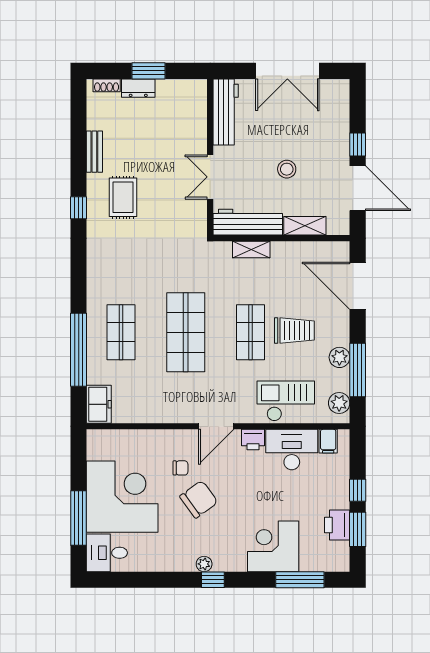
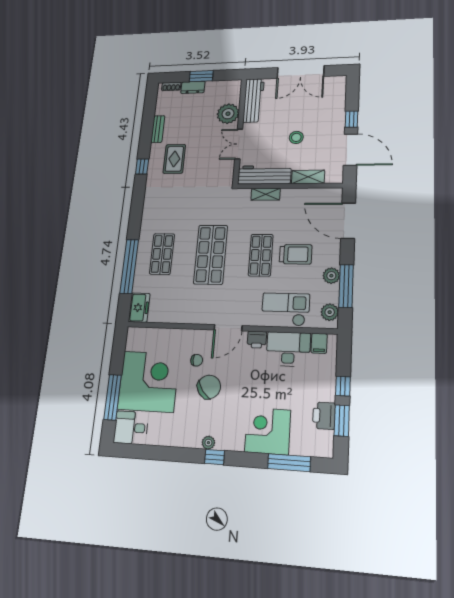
plant: (192, 131) -> (228, 114), added

